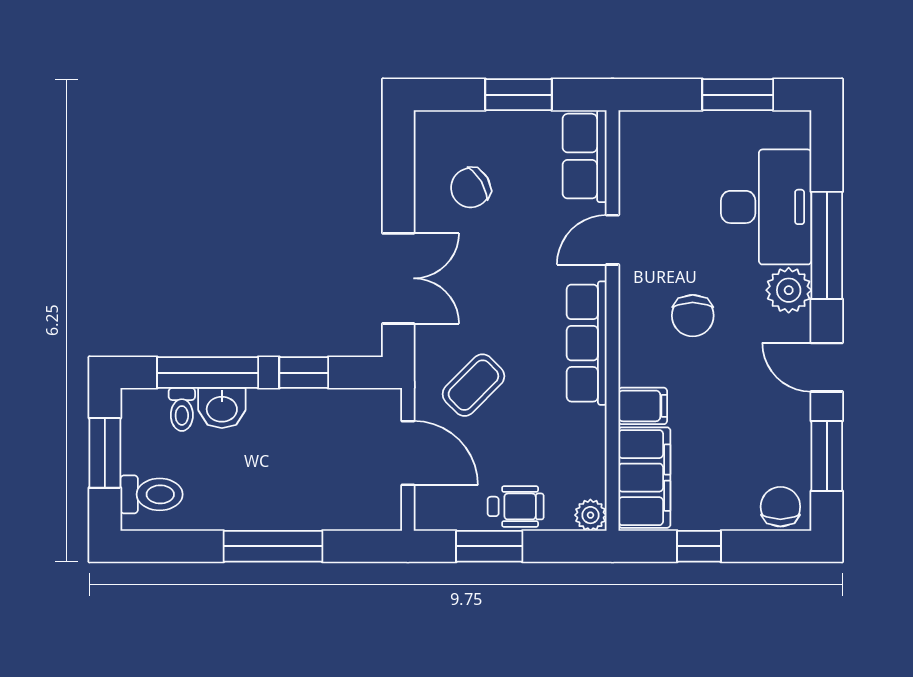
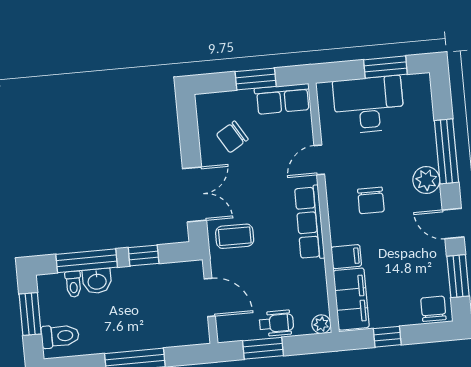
row of seats: (585, 156) -> (283, 99), moved, turned -90
desk: (766, 207) -> (369, 105), moved, turned -90
coffee table: (473, 385) -> (235, 236), moved, turned 45

